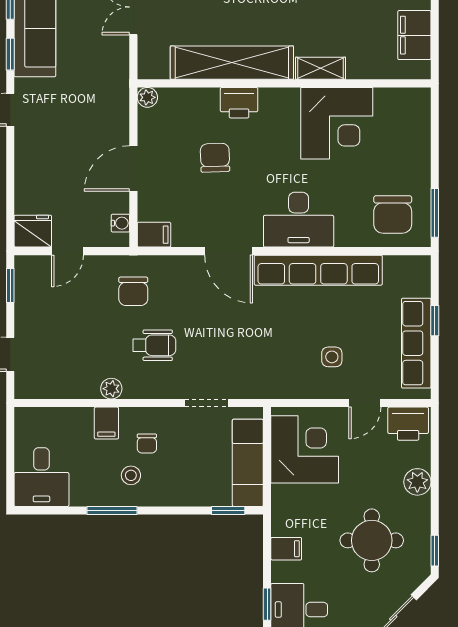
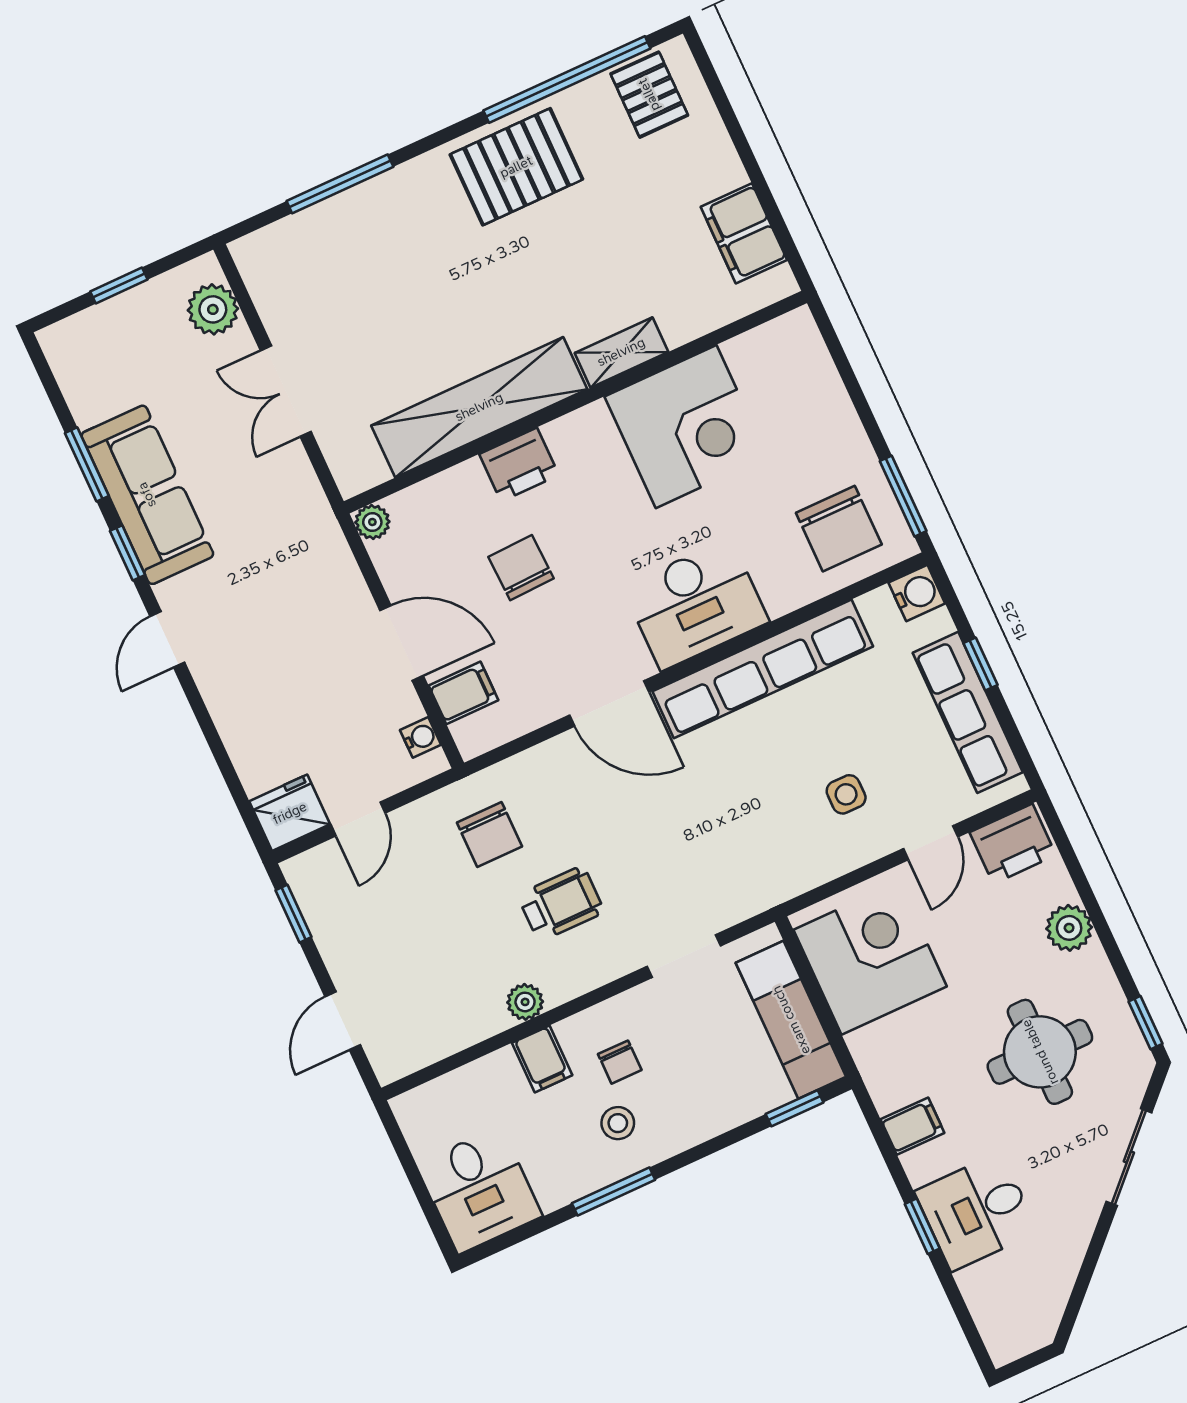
door: (133, 168) -> (402, 643), swing flipped
filing cabinet: (154, 235) -> (463, 693), moved
water cooler: (418, 268) -> (917, 593), added

